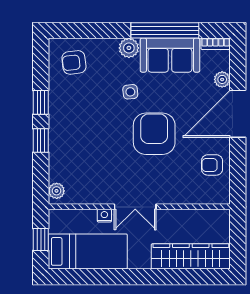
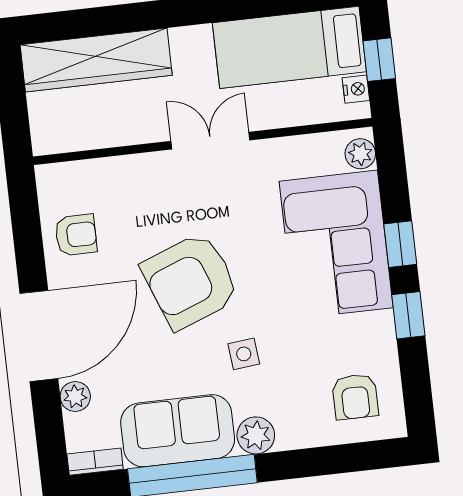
armchair: (74, 62) -> (355, 397), turned 97
armchair: (154, 134) -> (190, 281), turned 69
corner sofa: (75, 144) -> (336, 244), added
nightstand: (104, 216) -> (356, 89), moved, turned -90

